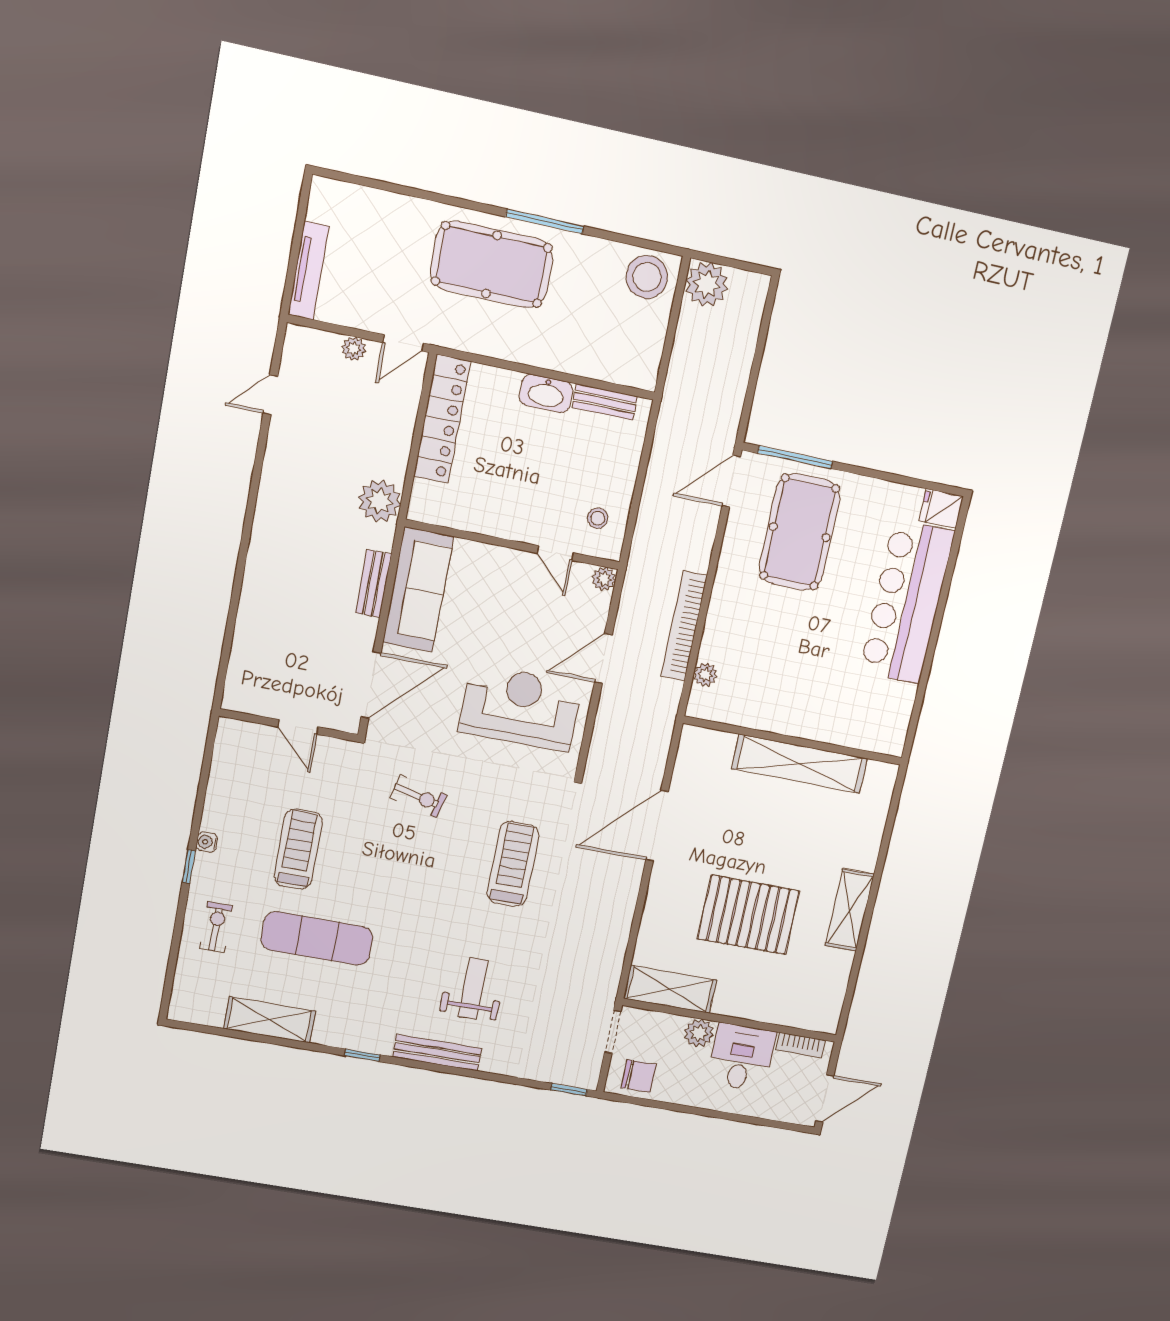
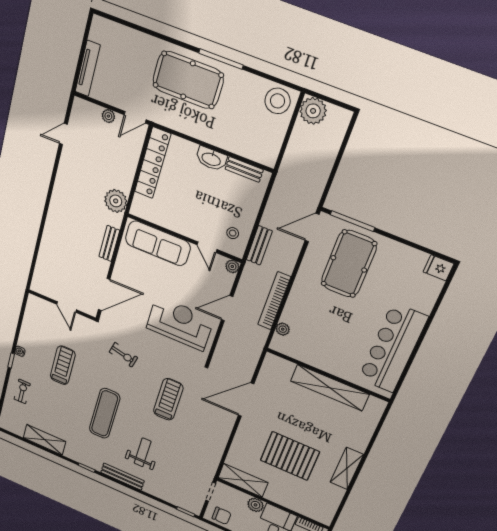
bench: (646, 531) -> (259, 245), added
sofa: (418, 590) -> (158, 243), moved, turned 90
bar counter: (907, 602) -> (393, 348), moved
exercise mat: (317, 938) -> (105, 413), moved, turned 90

